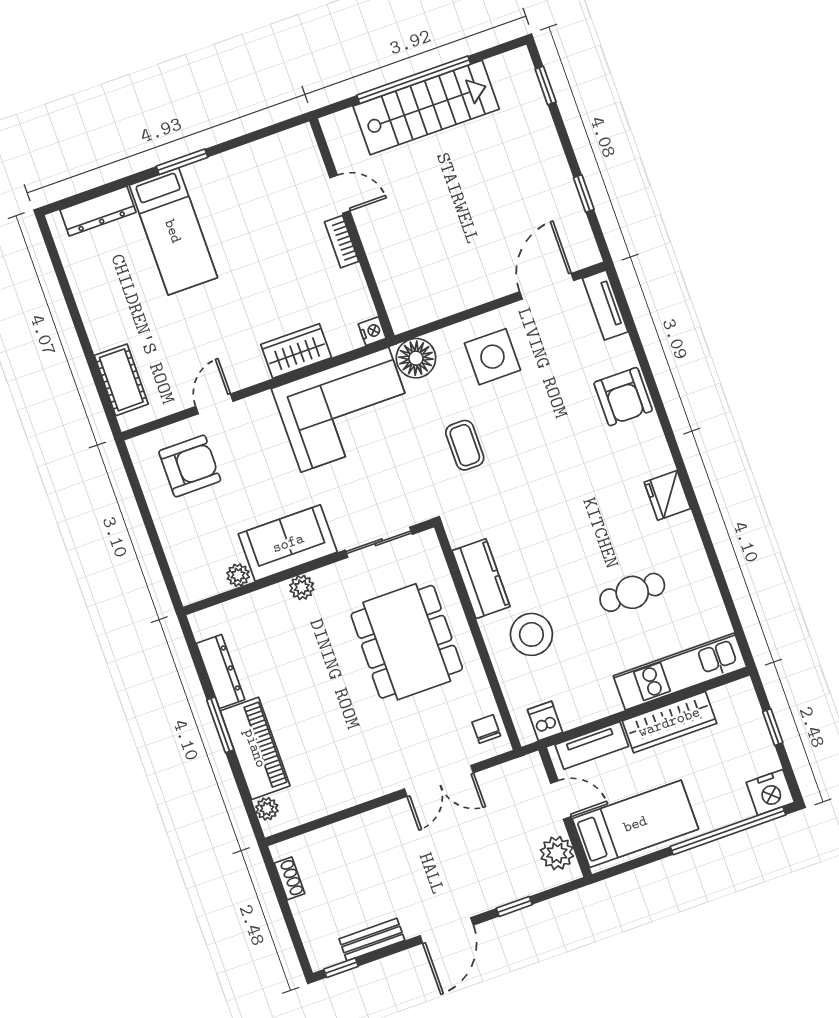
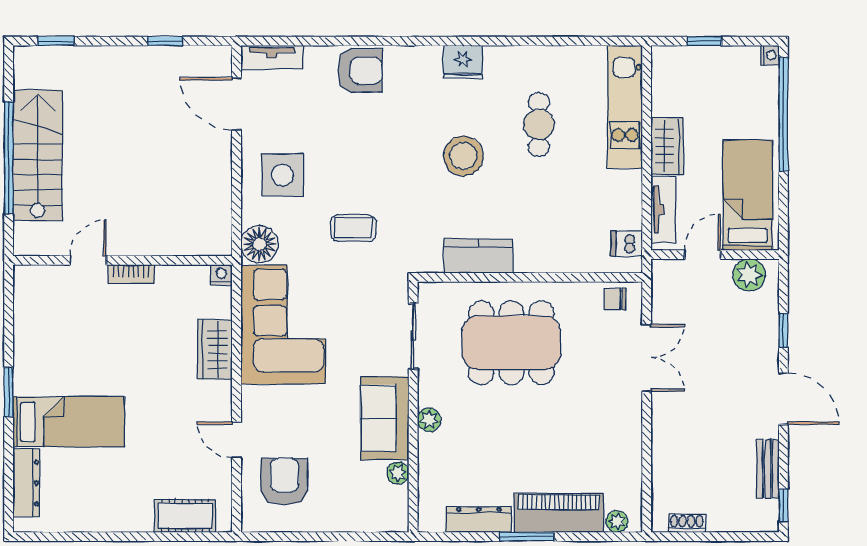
stool: (531, 634) -> (463, 156), moved
wardrobe: (669, 722) -> (667, 146), width x0.67
nightstand: (770, 792) -> (770, 55), width x0.53, depth x0.56

